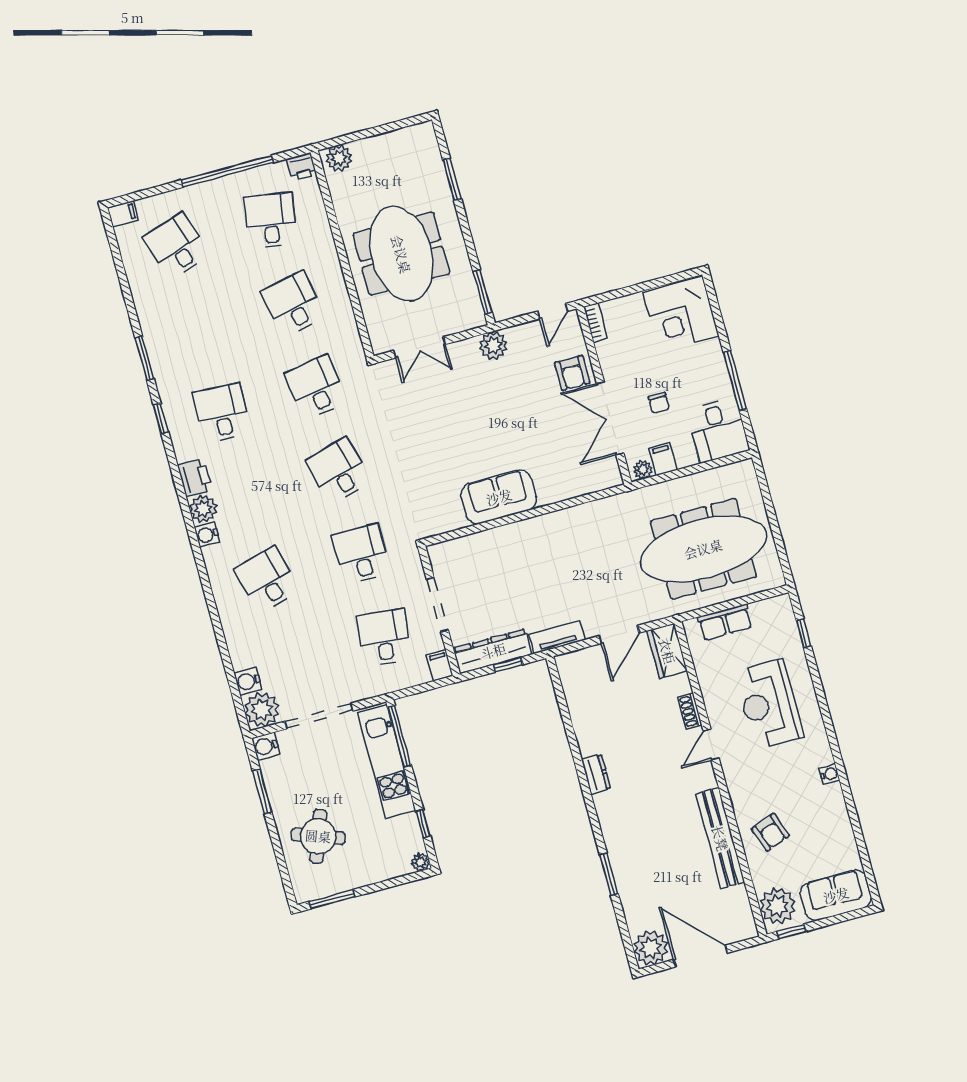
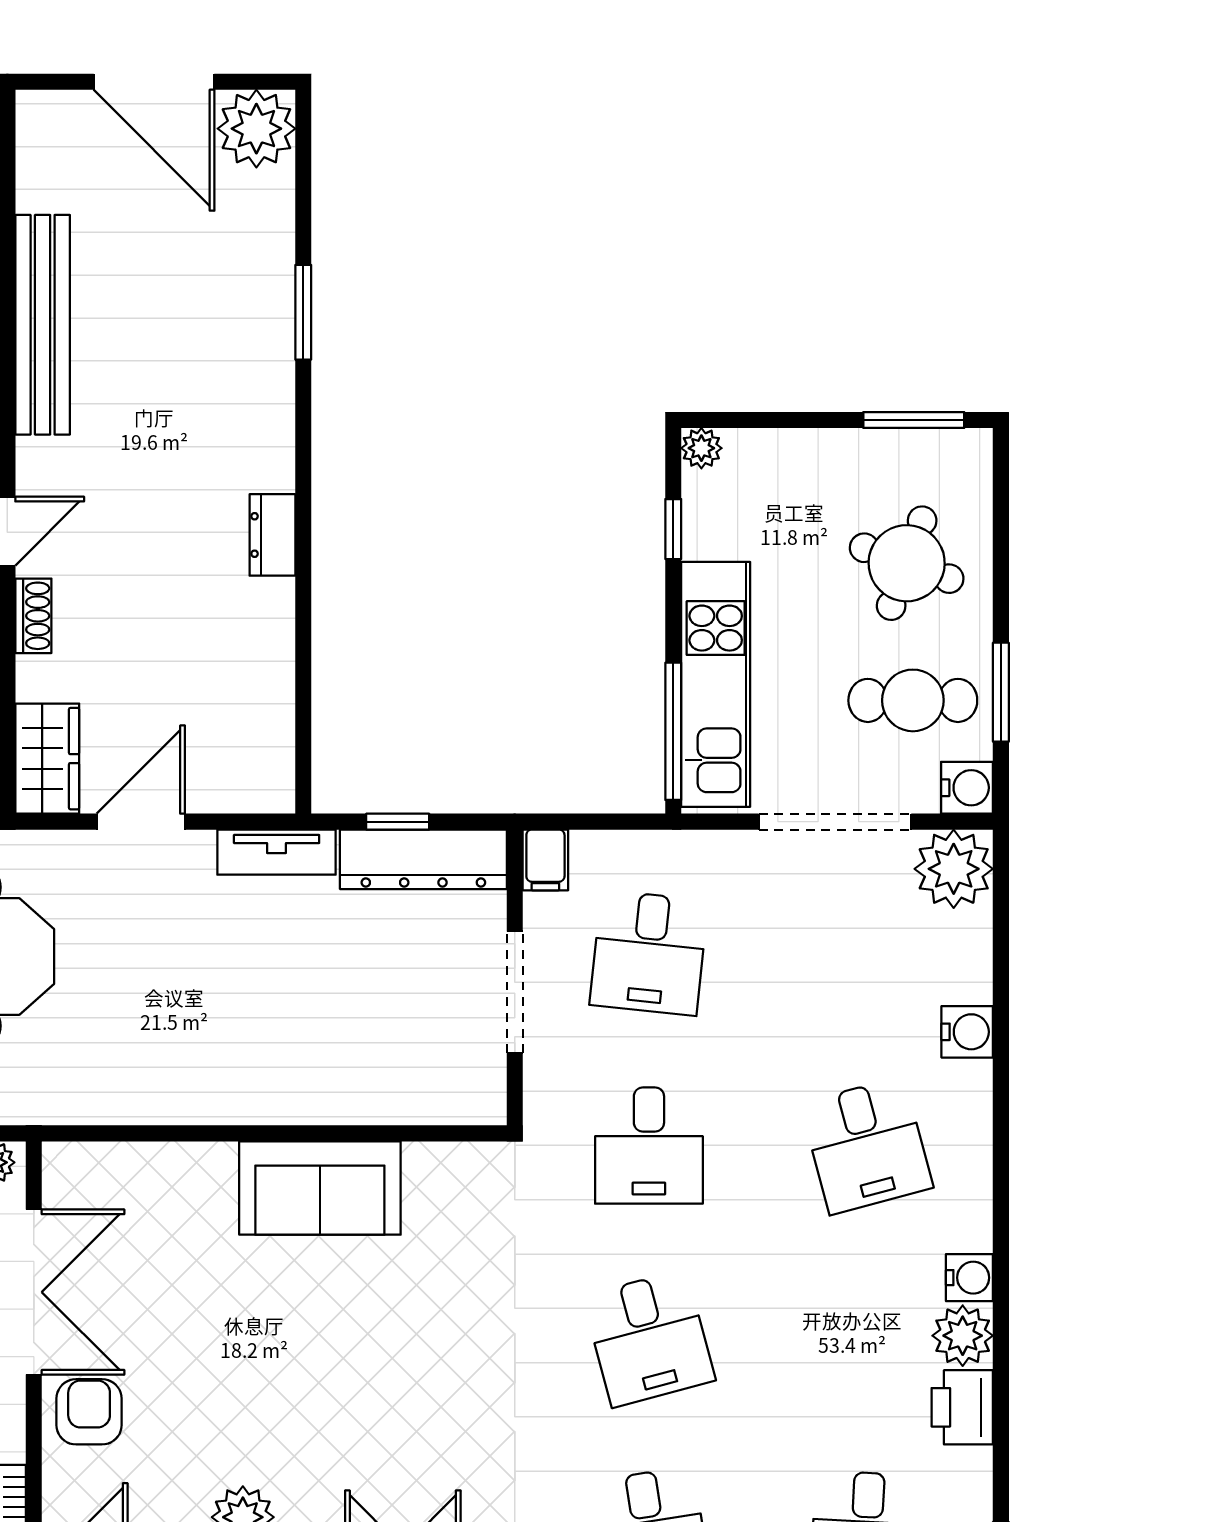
water cooler: (248, 681) -> (967, 1032), moved
cafe table: (299, 778) -> (913, 700), added

